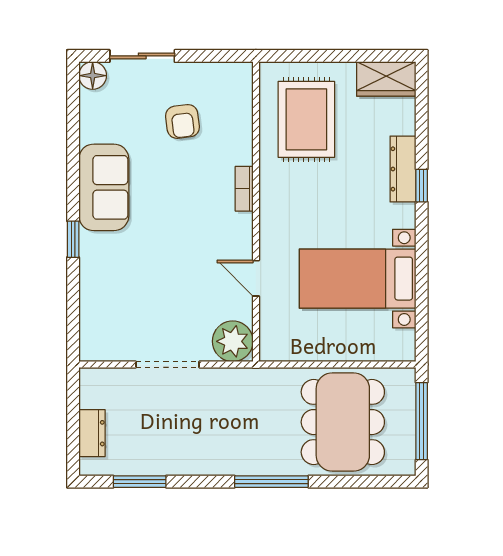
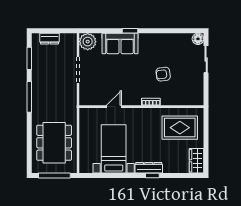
armchair: (182, 121) -> (163, 74), moved
dresser: (403, 169) -> (149, 168), moved
sofa: (104, 187) -> (120, 44), moved
plant: (233, 341) -> (88, 42), moved
dining table: (343, 422) -> (54, 143), turned 90
window: (271, 482) -> (29, 97), moved

